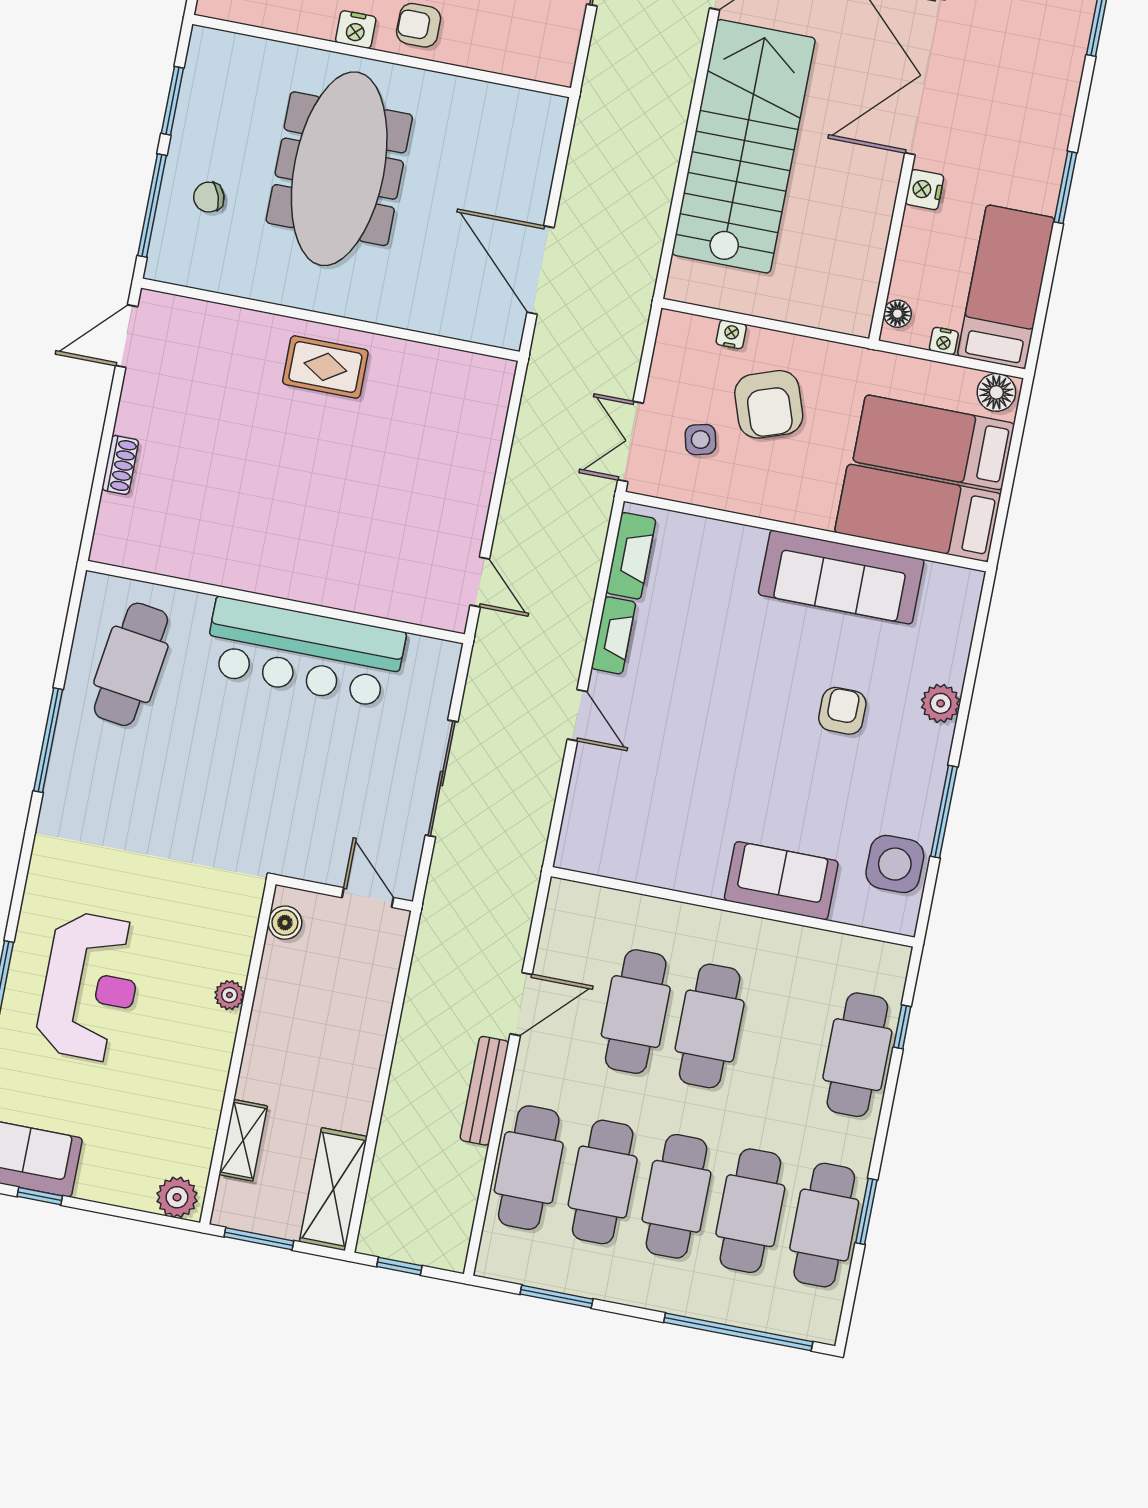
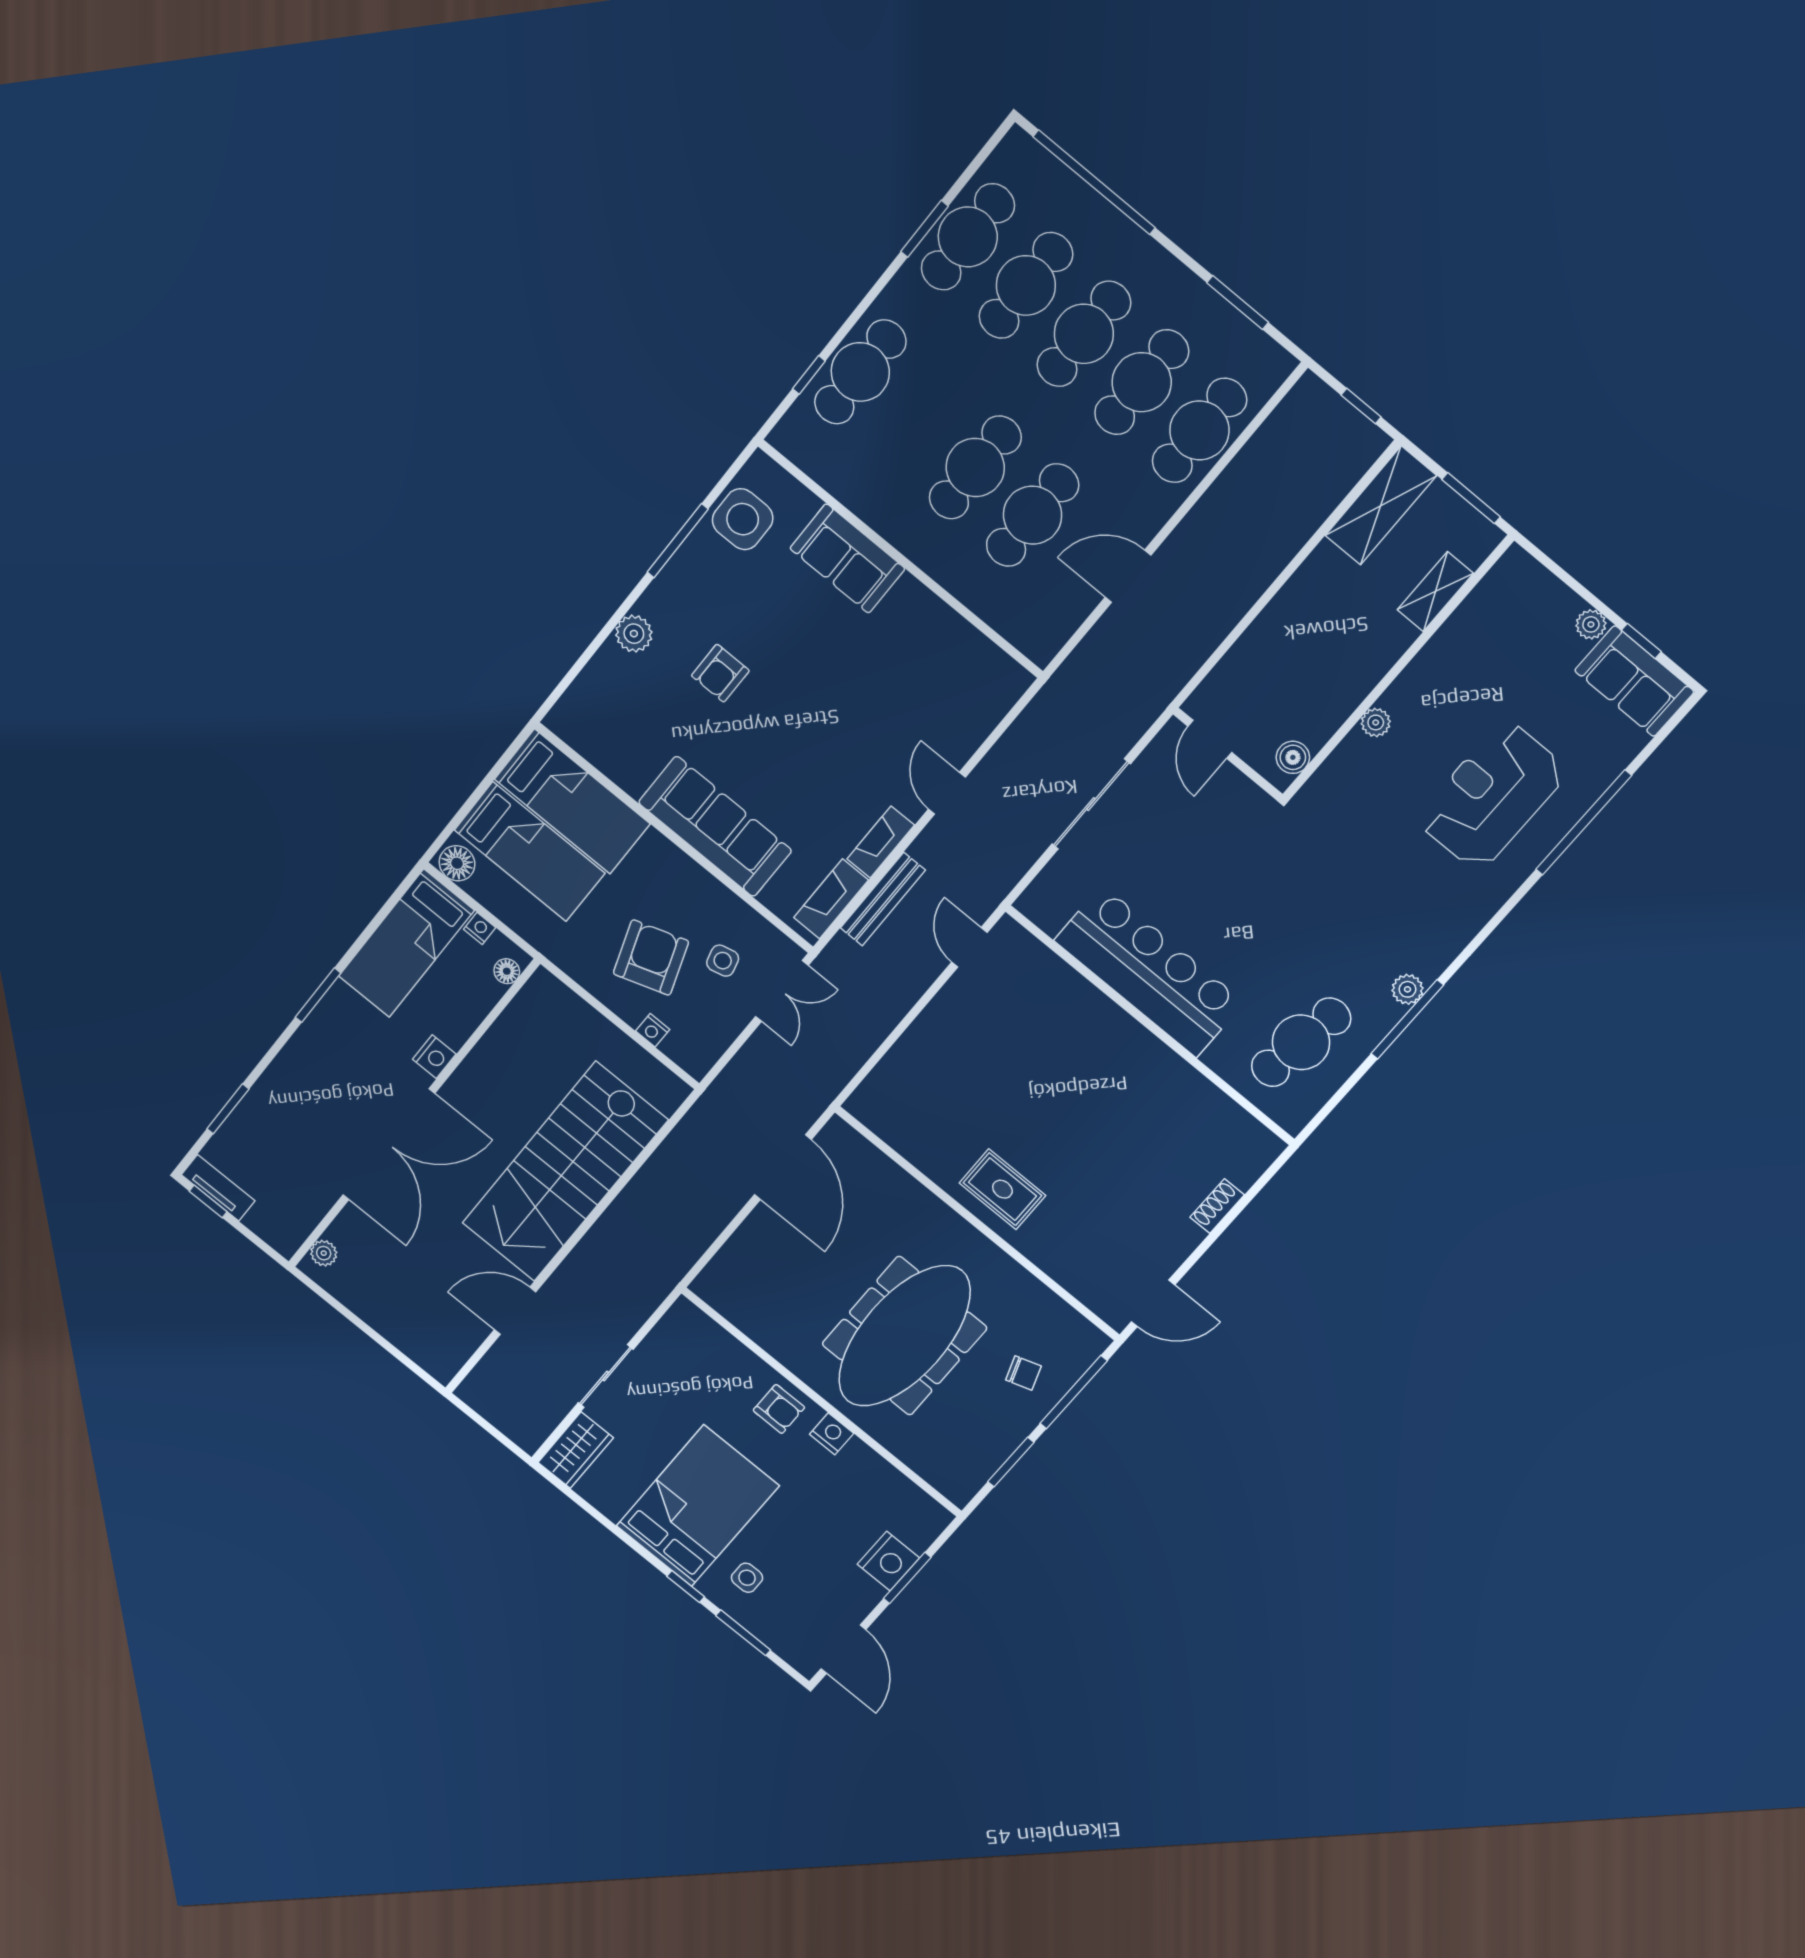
sofa: (841, 577) -> (715, 826), moved
plant: (64, 768) -> (1407, 989), added
bench: (484, 1091) -> (883, 899), moved
plant: (177, 1197) -> (1591, 624), moved, width x0.73, depth x0.73

